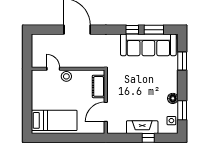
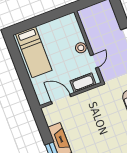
door: (53, 69) -> (94, 61), moved

